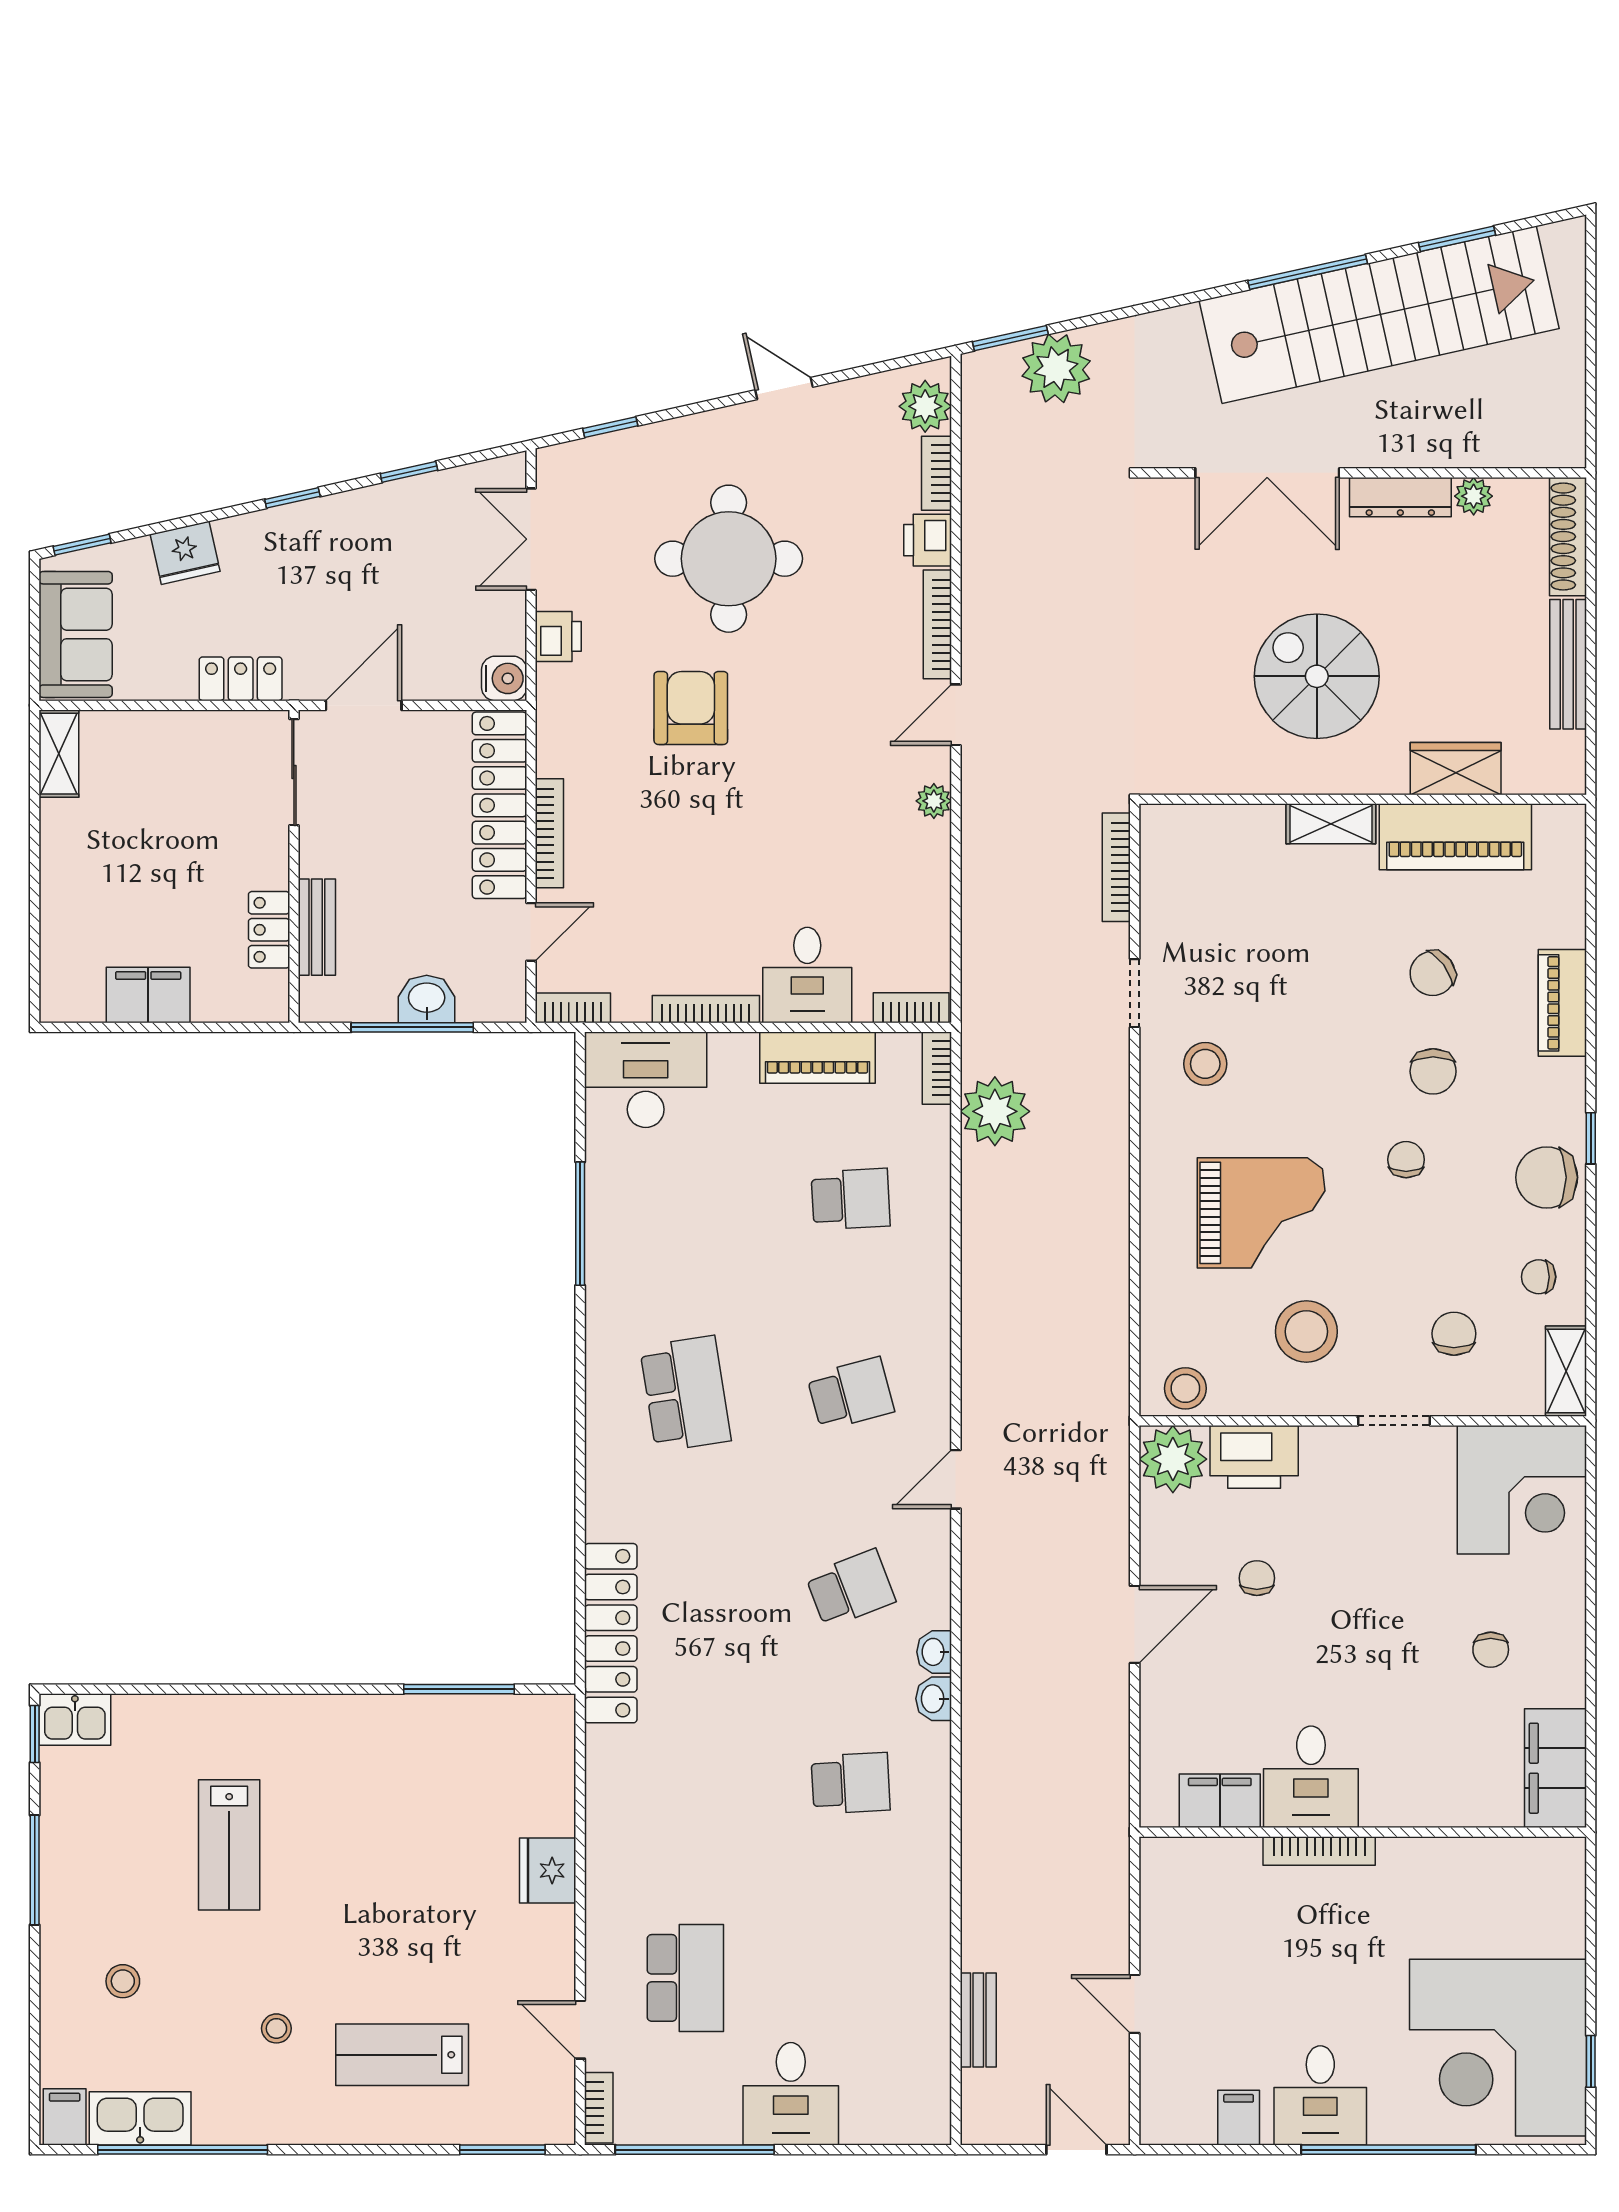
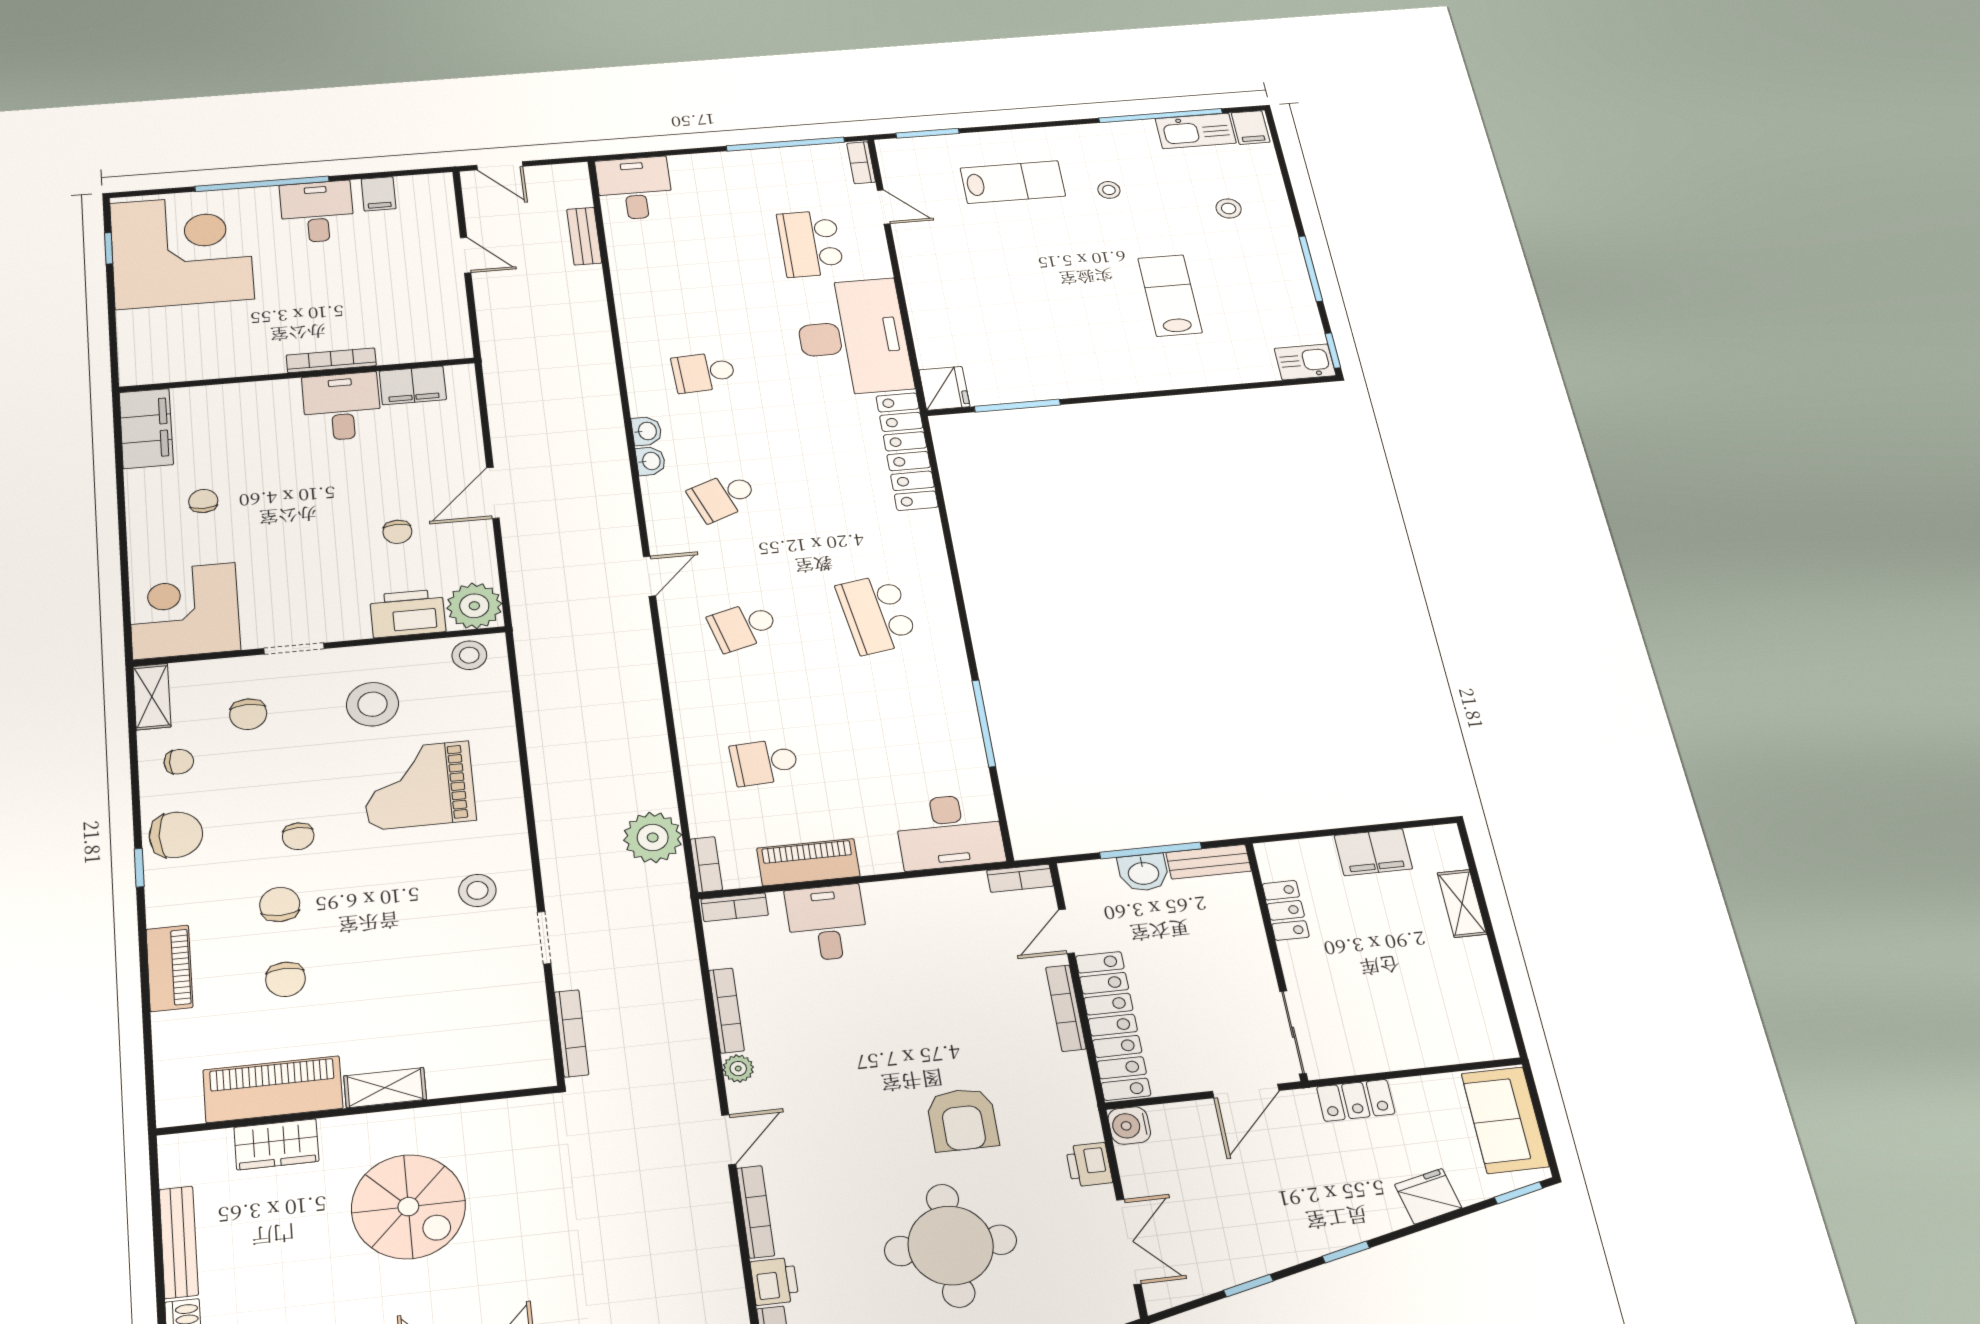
shelving: (59, 754) -> (1462, 903), moved
bench: (317, 927) -> (1209, 862), moved, turned 90
chair: (1433, 973) -> (286, 979), turned 127
bookcase: (706, 1009) -> (726, 1010), moved, turned -90
desk: (653, 1820) -> (853, 337), added
fridge: (548, 1870) -> (944, 388), moved
desk: (791, 2094) -> (635, 188), moved

